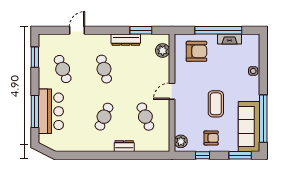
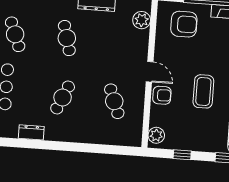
door: (172, 91) -> (150, 72), swing flipped
armchair: (211, 138) -> (162, 95), moved
dresser: (124, 146) -> (31, 132), moved

